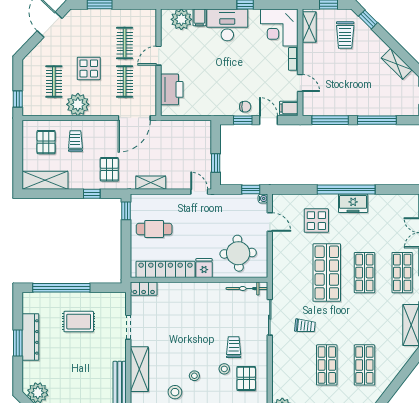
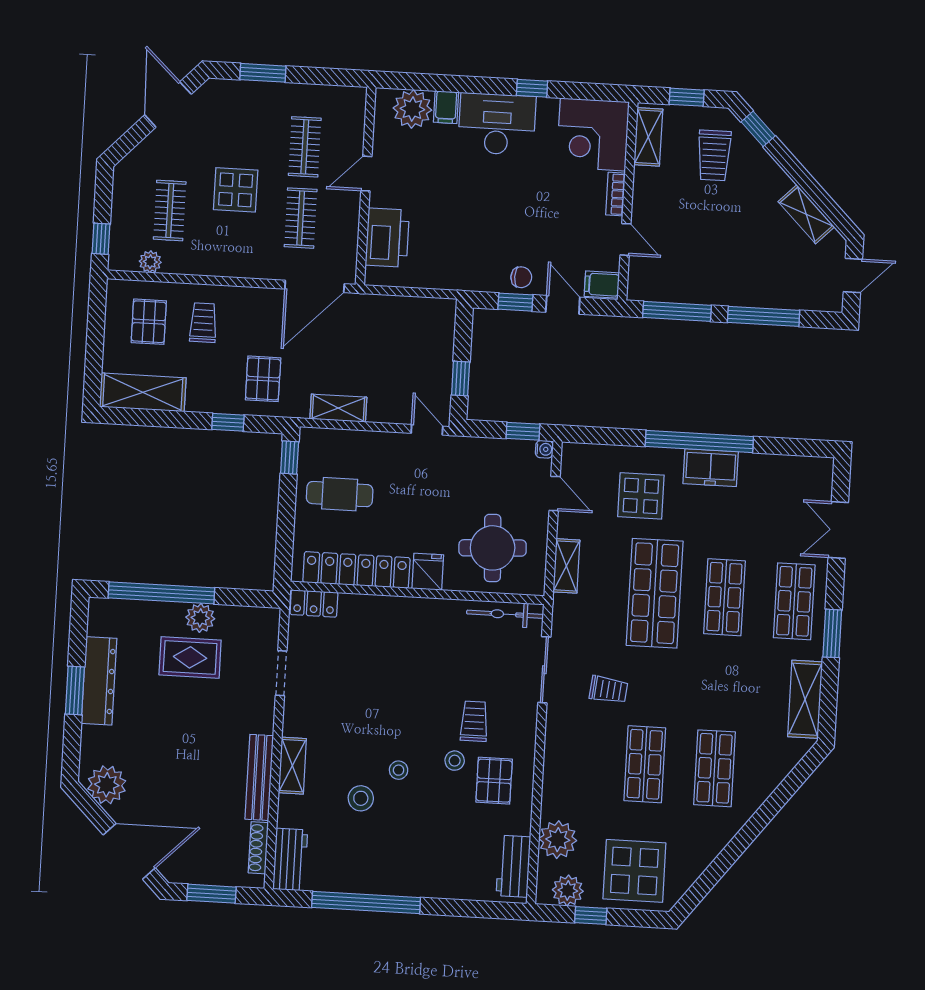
plant: (78, 104) -> (150, 262), moved, width x0.53, depth x0.53
shelving: (278, 261) -> (566, 566), added
plant: (83, 300) -> (200, 618), added
shelving: (139, 369) -> (292, 766), width x0.67, depth x0.75

